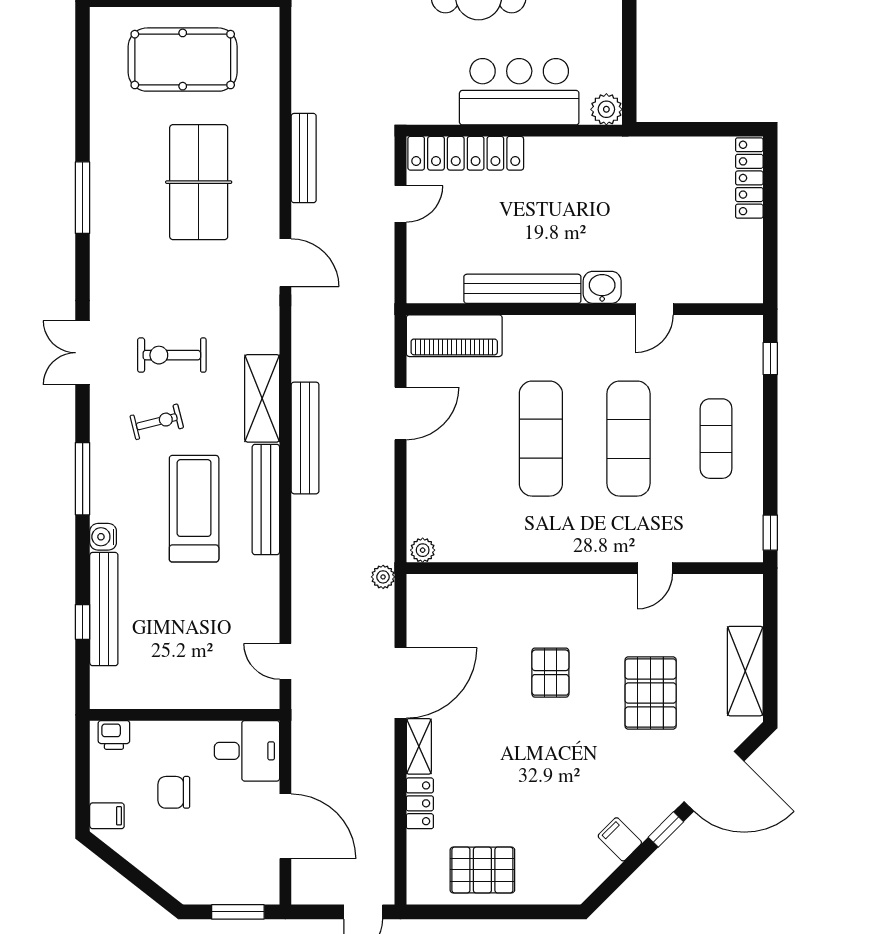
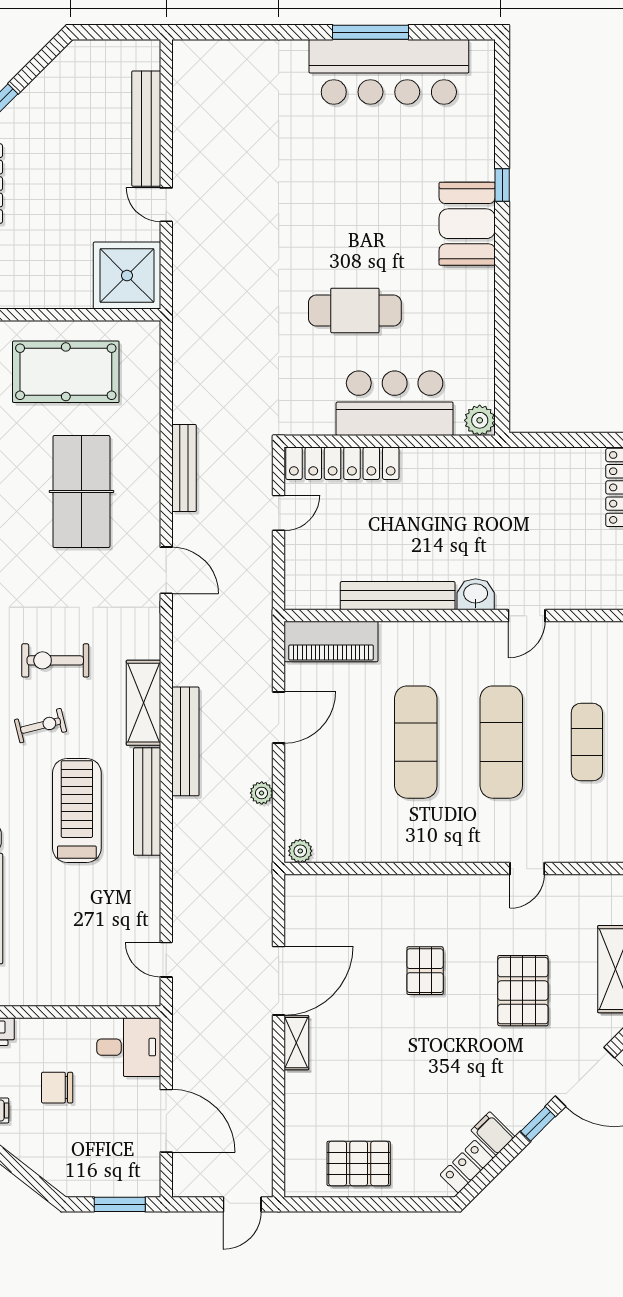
plant: (383, 577) -> (262, 793), moved
locker: (420, 803) -> (467, 1167), moved, turned -135

